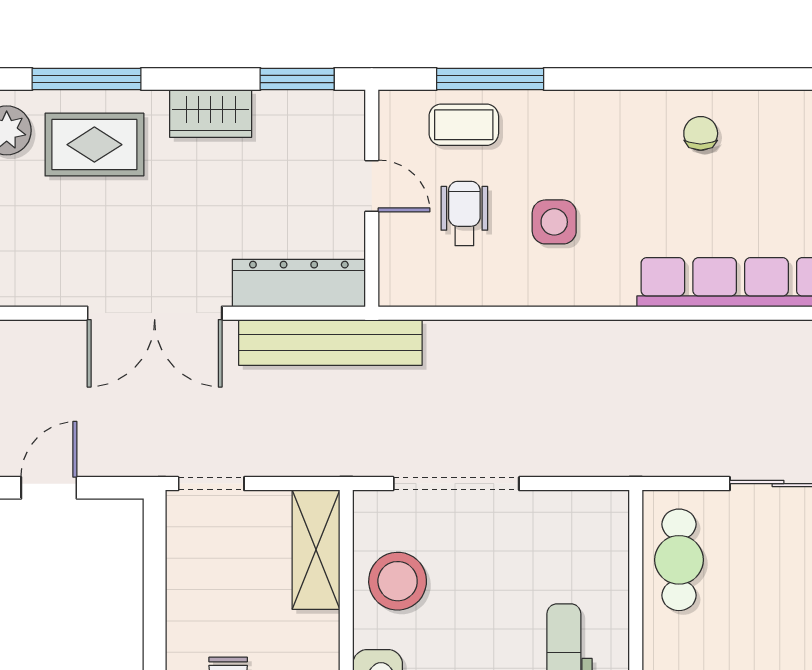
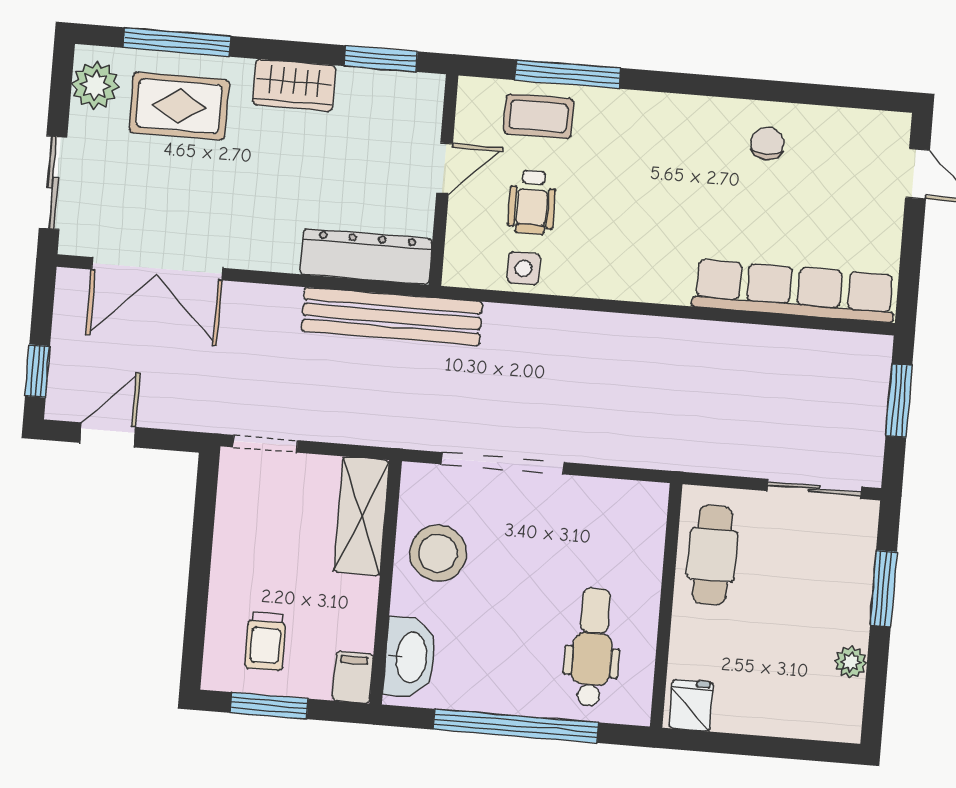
door: (372, 186) -> (445, 168), hinge flipped
wheelchair: (464, 213) -> (532, 202), turned 180
side table: (554, 222) -> (524, 268), moved, width x0.73, depth x0.73
double door: (155, 313) -> (157, 269), moved

